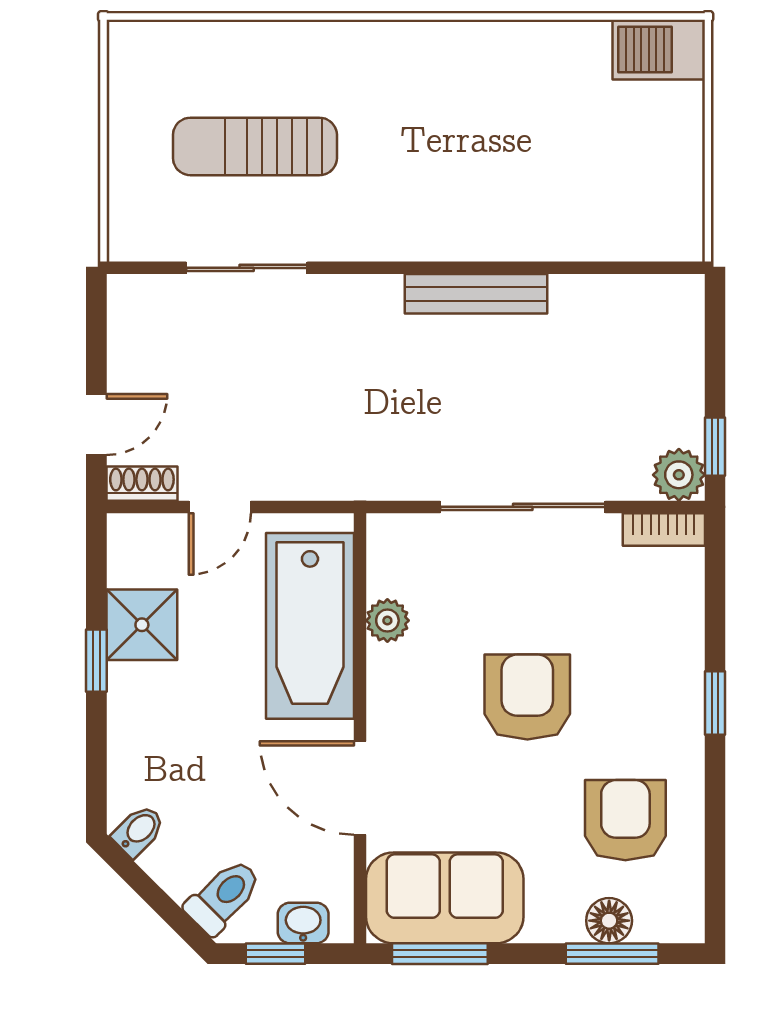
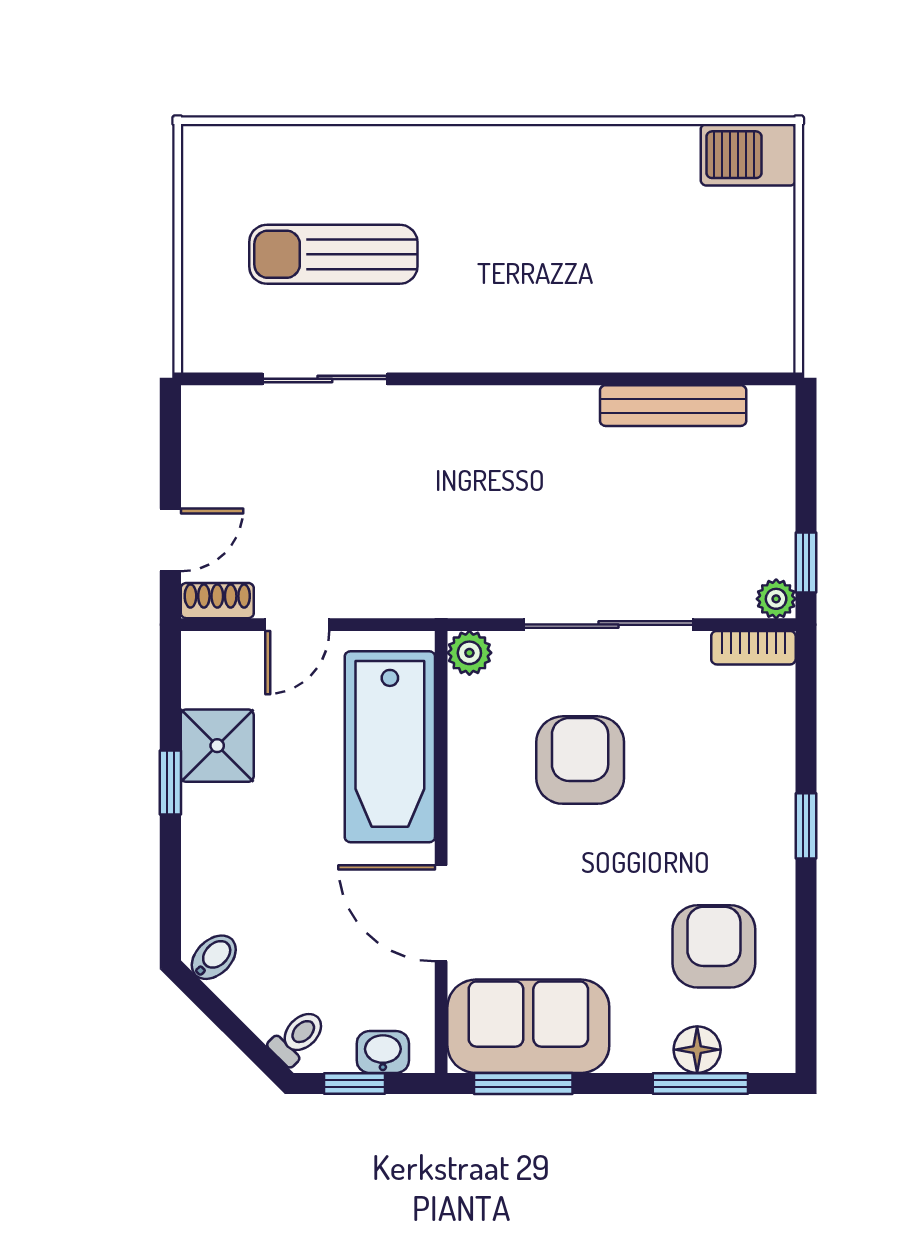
bench: (476, 294) -> (673, 406), moved
plant: (679, 475) -> (776, 599), width x0.73, depth x0.73
plant: (387, 621) -> (469, 653), moved
armchair: (527, 697) -> (580, 760), moved
toilet: (223, 897) -> (298, 1037), width x0.73, depth x0.72

